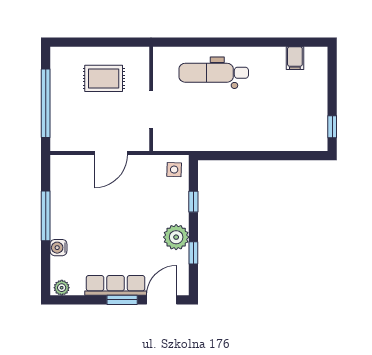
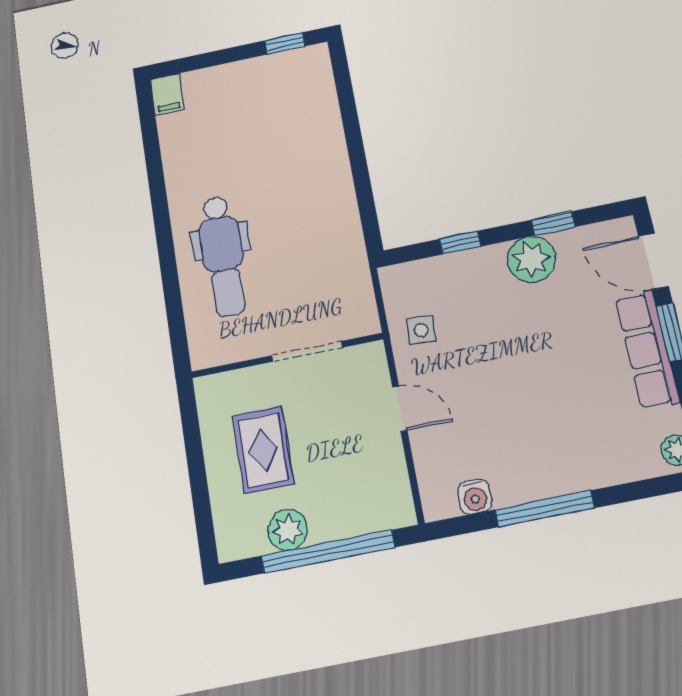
filing cabinet: (295, 58) -> (167, 94), moved, turned 90
plant: (60, 85) -> (288, 530), added
door: (111, 153) -> (400, 409), width x0.73
side table: (174, 170) -> (421, 330), moved
water cooler: (58, 248) -> (475, 497), moved

